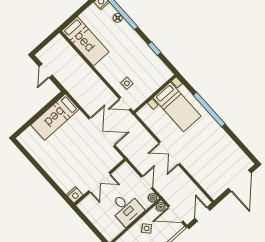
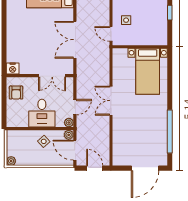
window: (209, 110) -> (170, 131), moved
double door: (102, 132) -> (75, 40), swing flipped
double door: (99, 182) -> (52, 76), moved
armchair: (93, 211) -> (16, 93), added
door: (202, 214) -> (95, 168), hinge flipped

